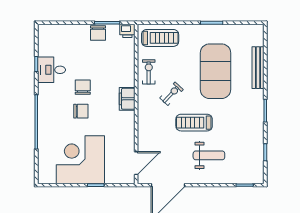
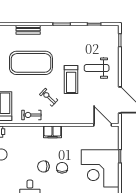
bench: (258, 68) -> (28, 30), width x0.73
weight bench: (209, 155) -> (97, 68), turned -90

